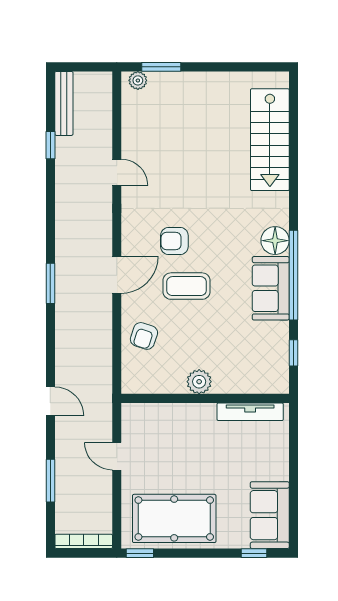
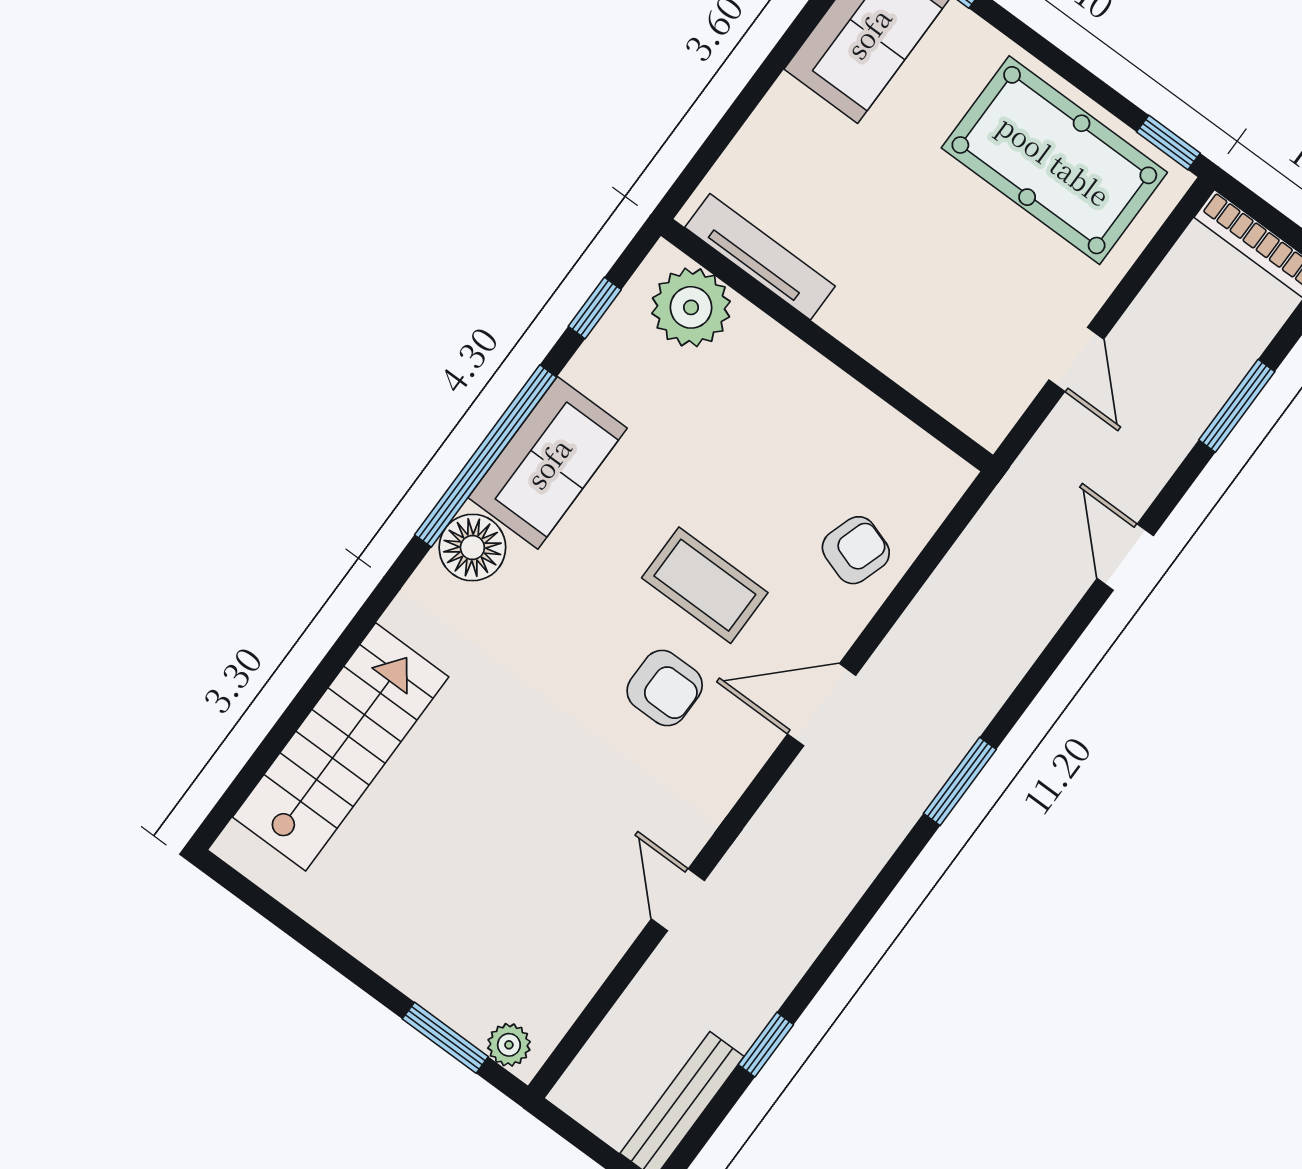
plant: (199, 382) -> (691, 307), moved, width x1.36, depth x1.36

